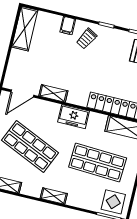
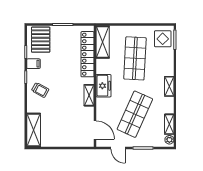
filing cabinet: (68, 26) -> (33, 64), moved
shelving: (25, 29) -> (34, 130), moved, turned 90
shelving: (53, 93) -> (89, 95), moved

